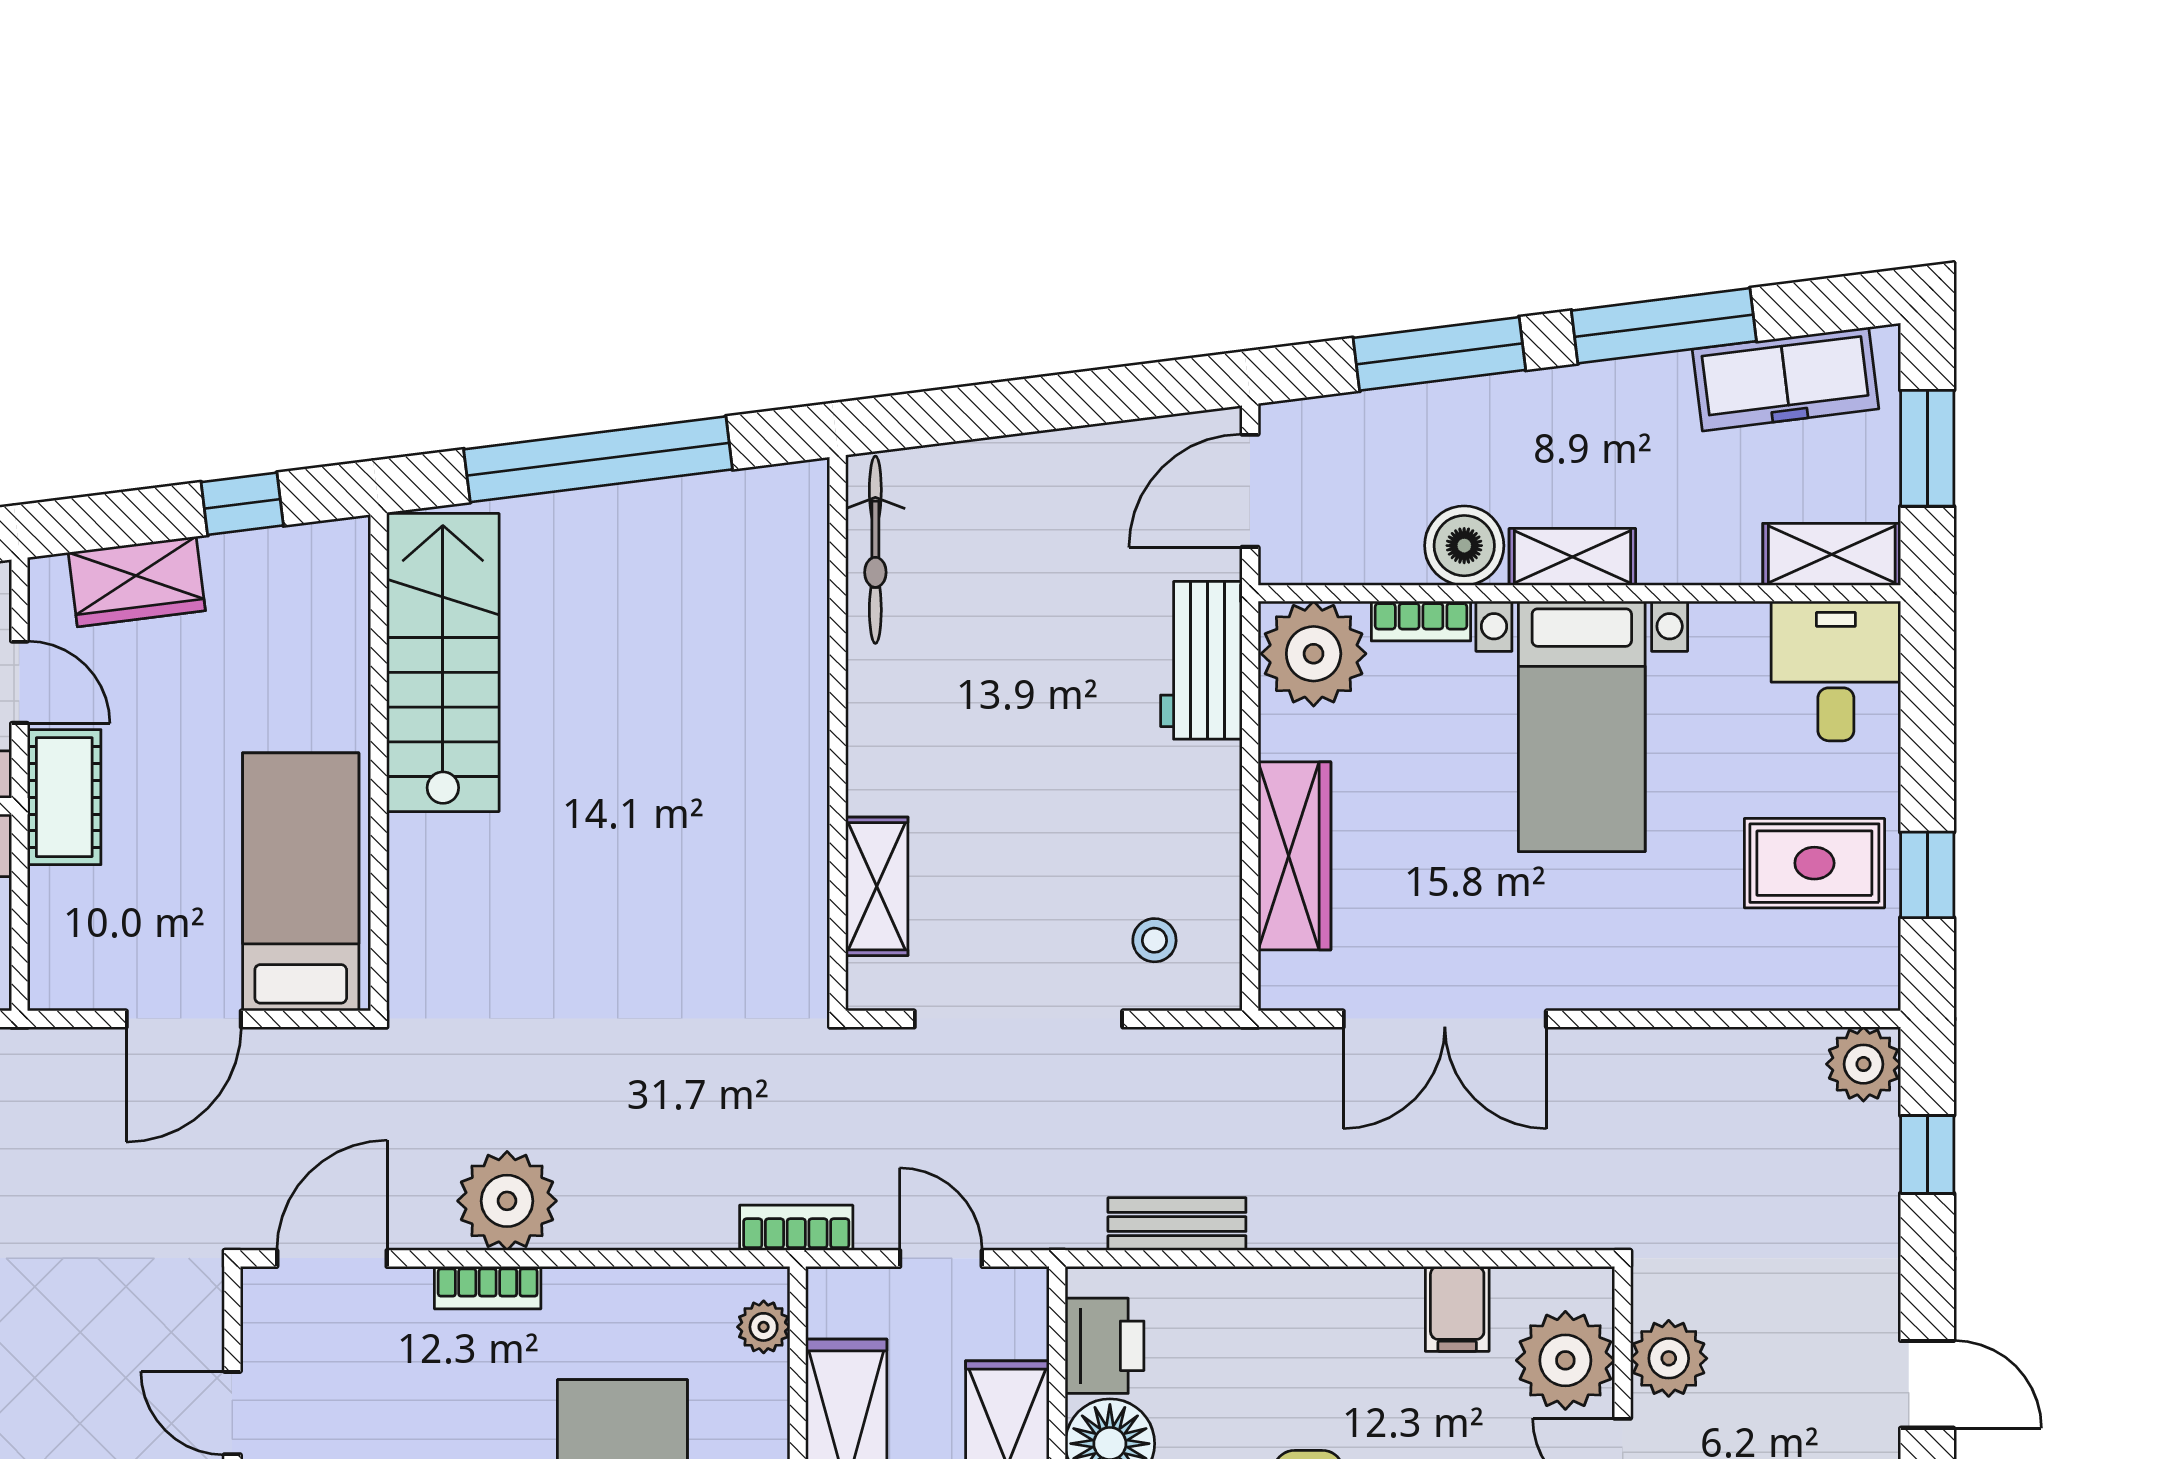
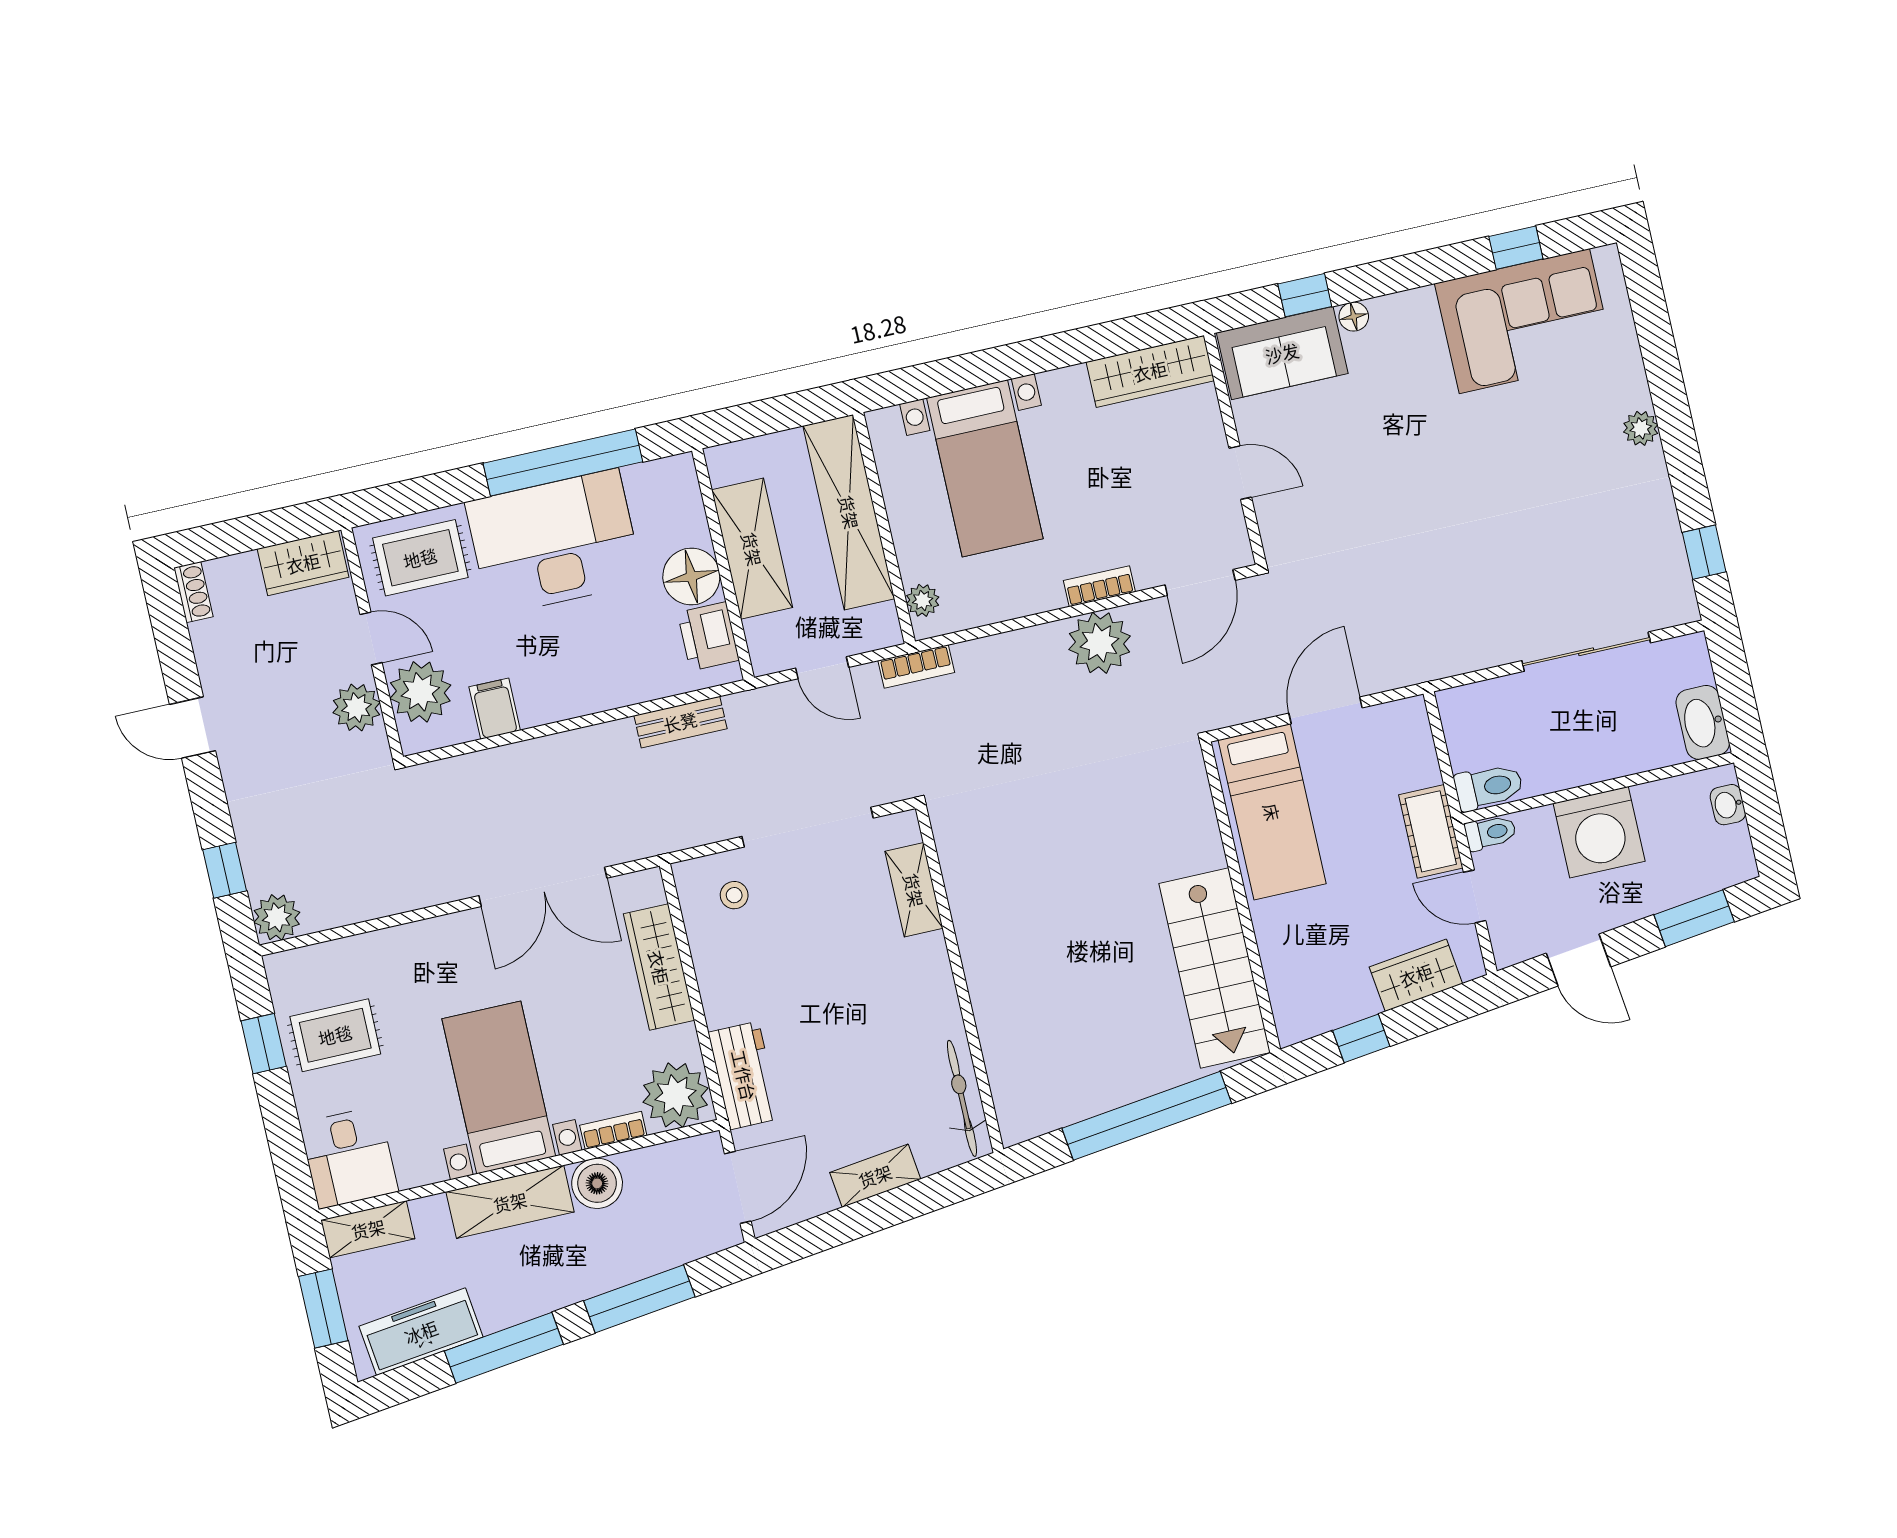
shelving: (1035, 461) -> (875, 1176), added
shelving: (1572, 557) -> (510, 1202), width x1.50, depth x1.33
double door: (1445, 1019) -> (543, 887), swing flipped

